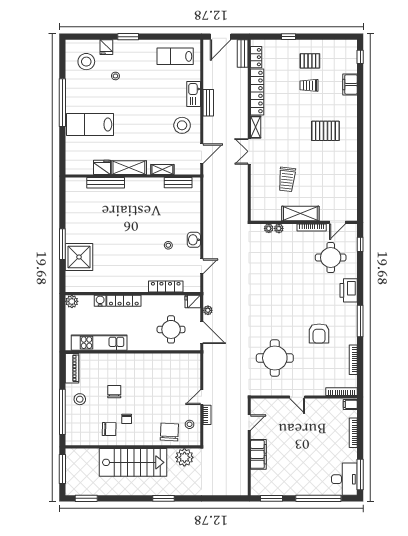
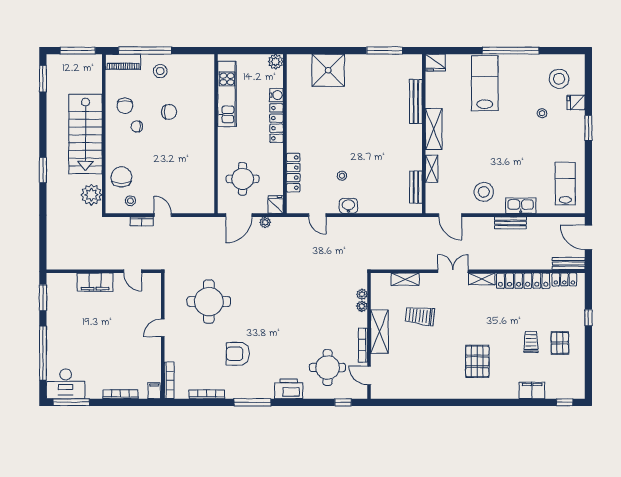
fridge: (102, 167) -> (435, 63), moved, turned 90
shelving: (256, 192) -> (405, 279), added
window: (62, 244) -> (385, 51), moved
piano: (72, 368) -> (123, 62), moved
chair: (169, 432) -> (121, 177), turned -93

